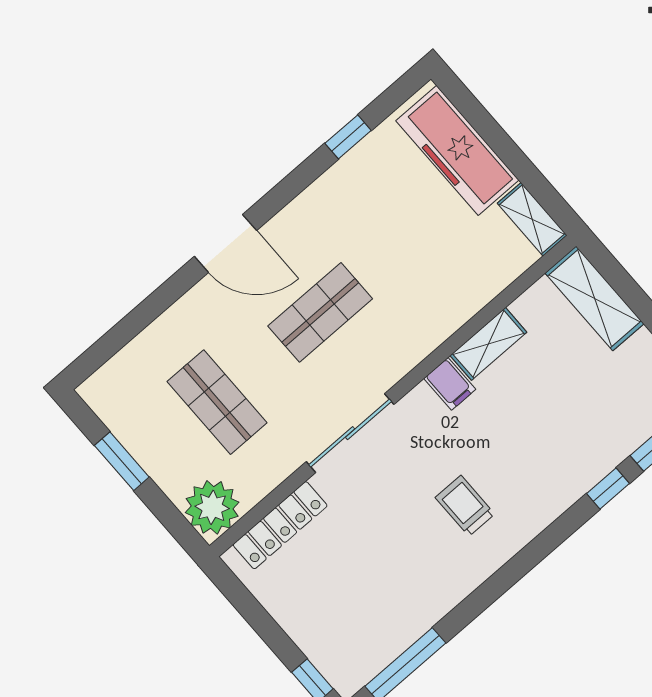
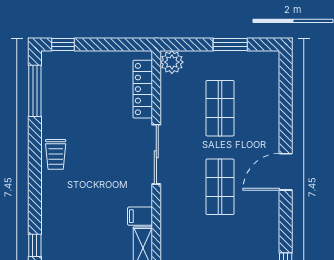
shop shelf: (217, 402) -> (220, 108), turned 90
trolley: (465, 506) -> (56, 154), moved, turned 90
plant: (212, 507) -> (172, 62), width x0.73, depth x0.73

